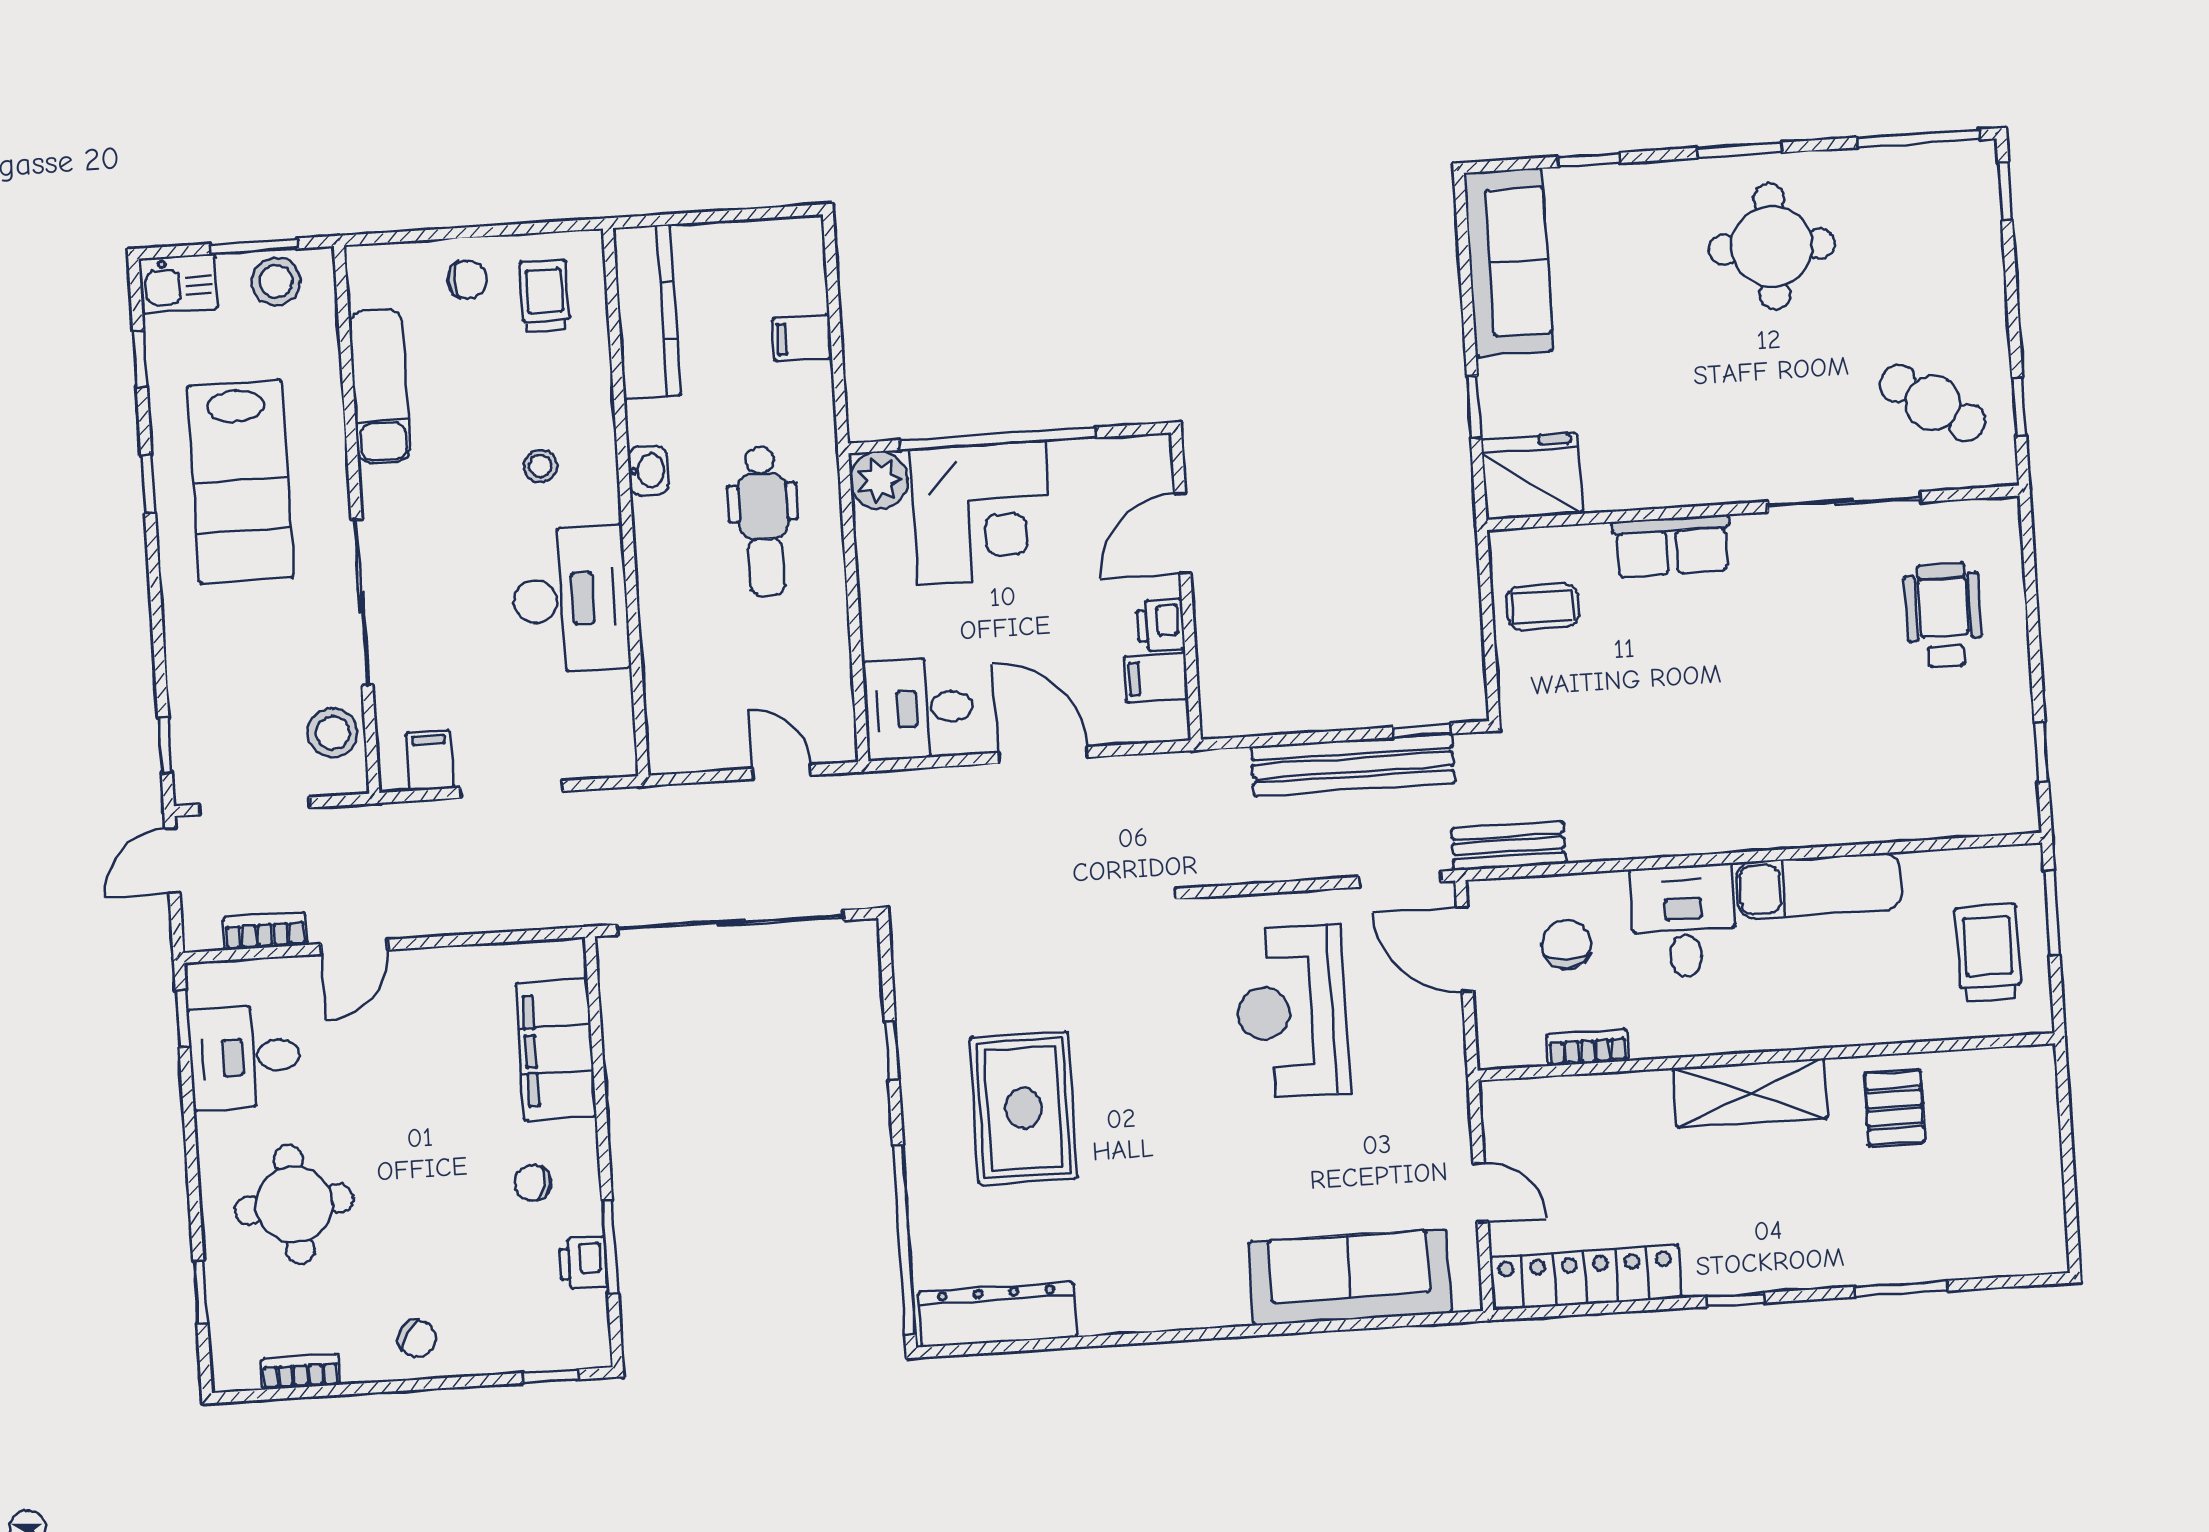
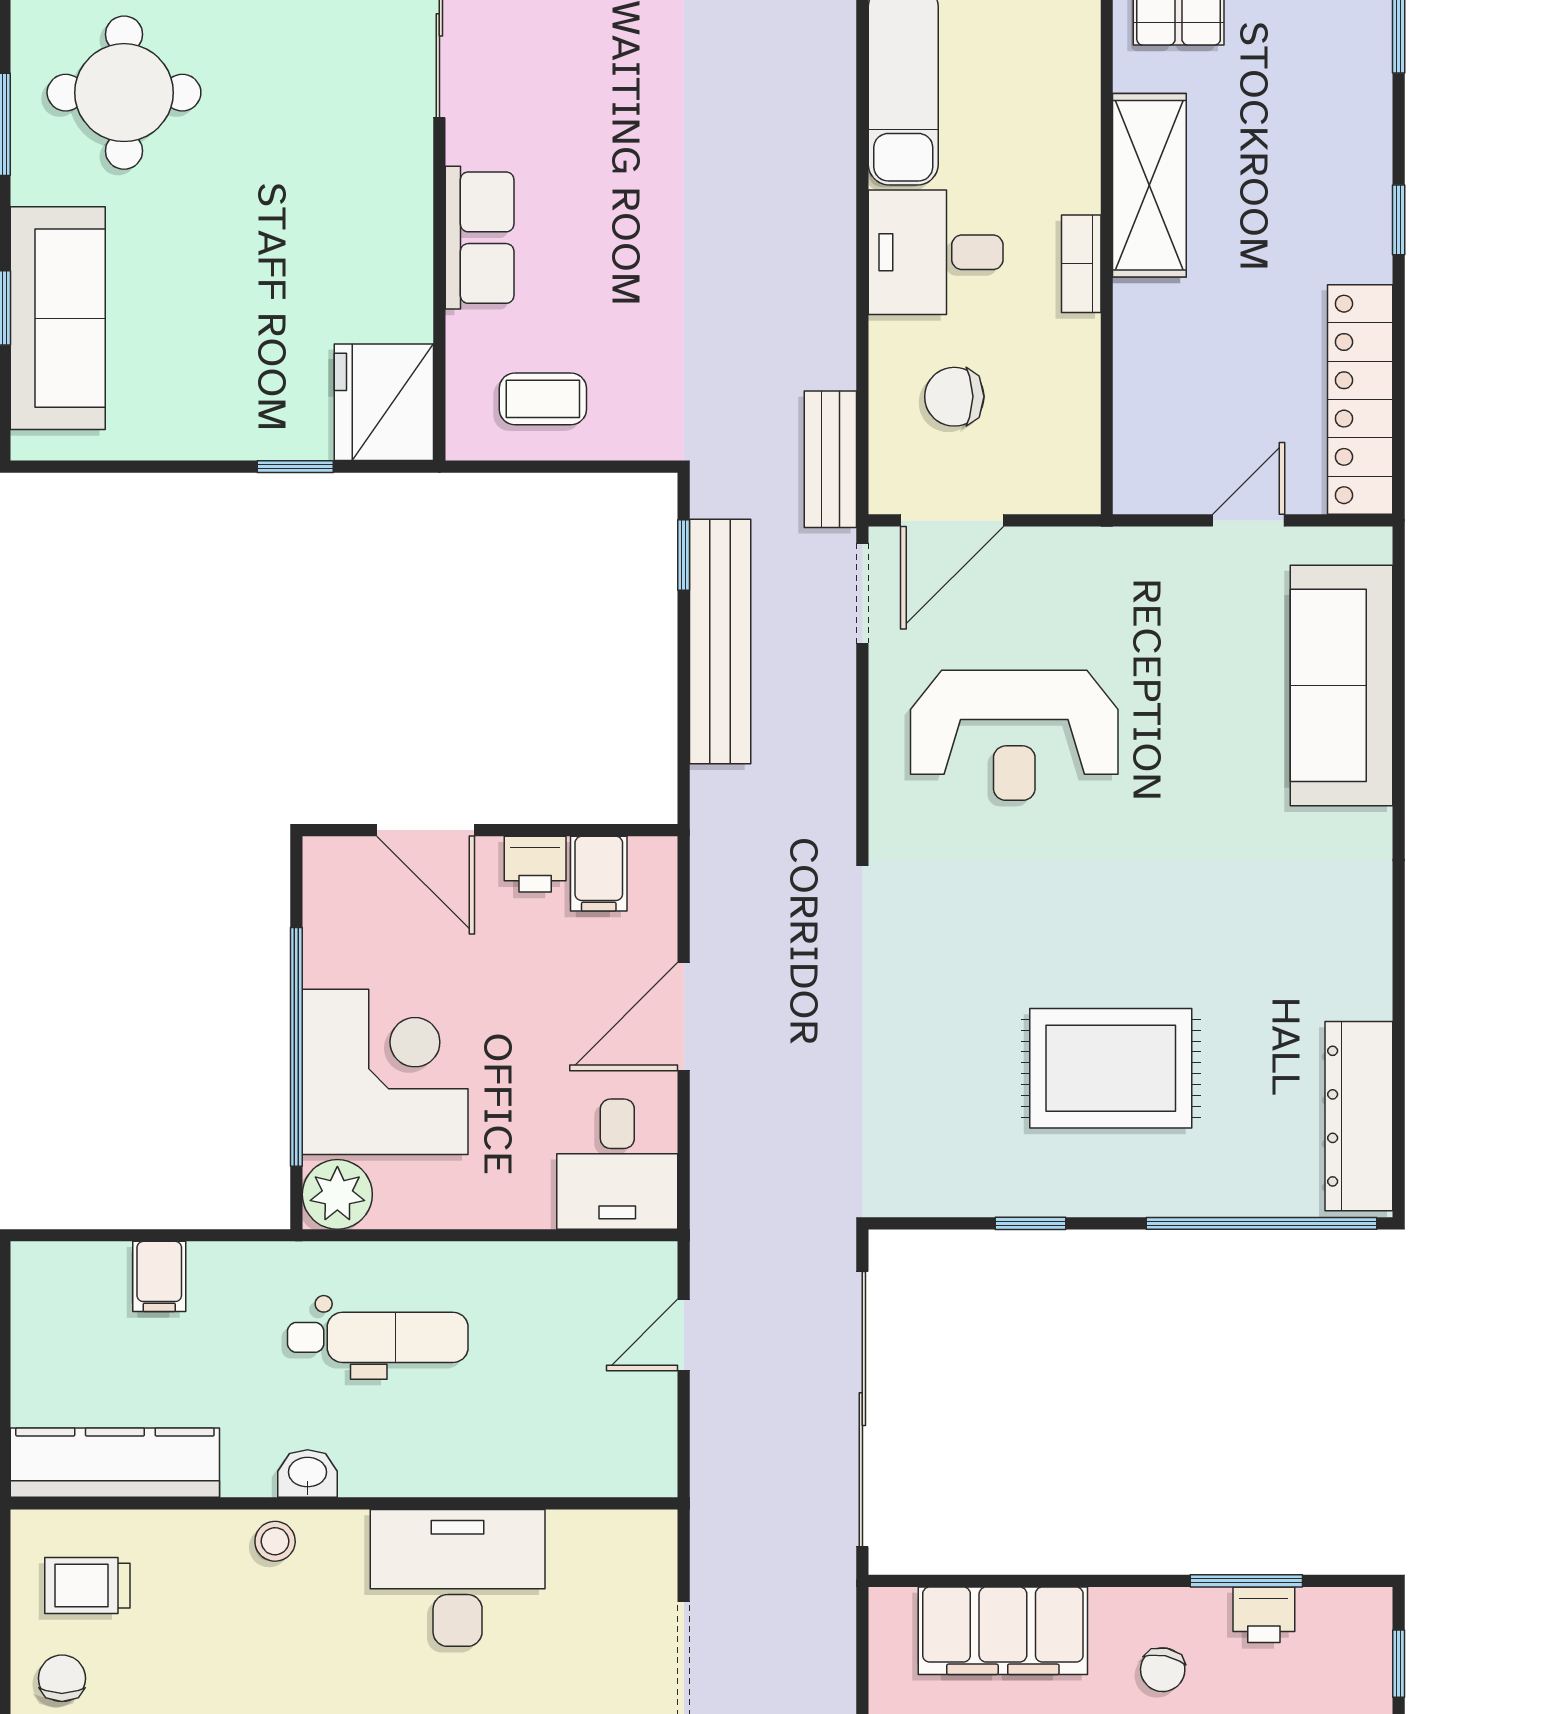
sofa: (1509, 262) -> (58, 318), moved, turned 90
stool: (540, 466) -> (275, 1541), moved
coffee table: (1543, 607) -> (543, 399), turned 90
bookcase: (1587, 1047) -> (1081, 264), moved

